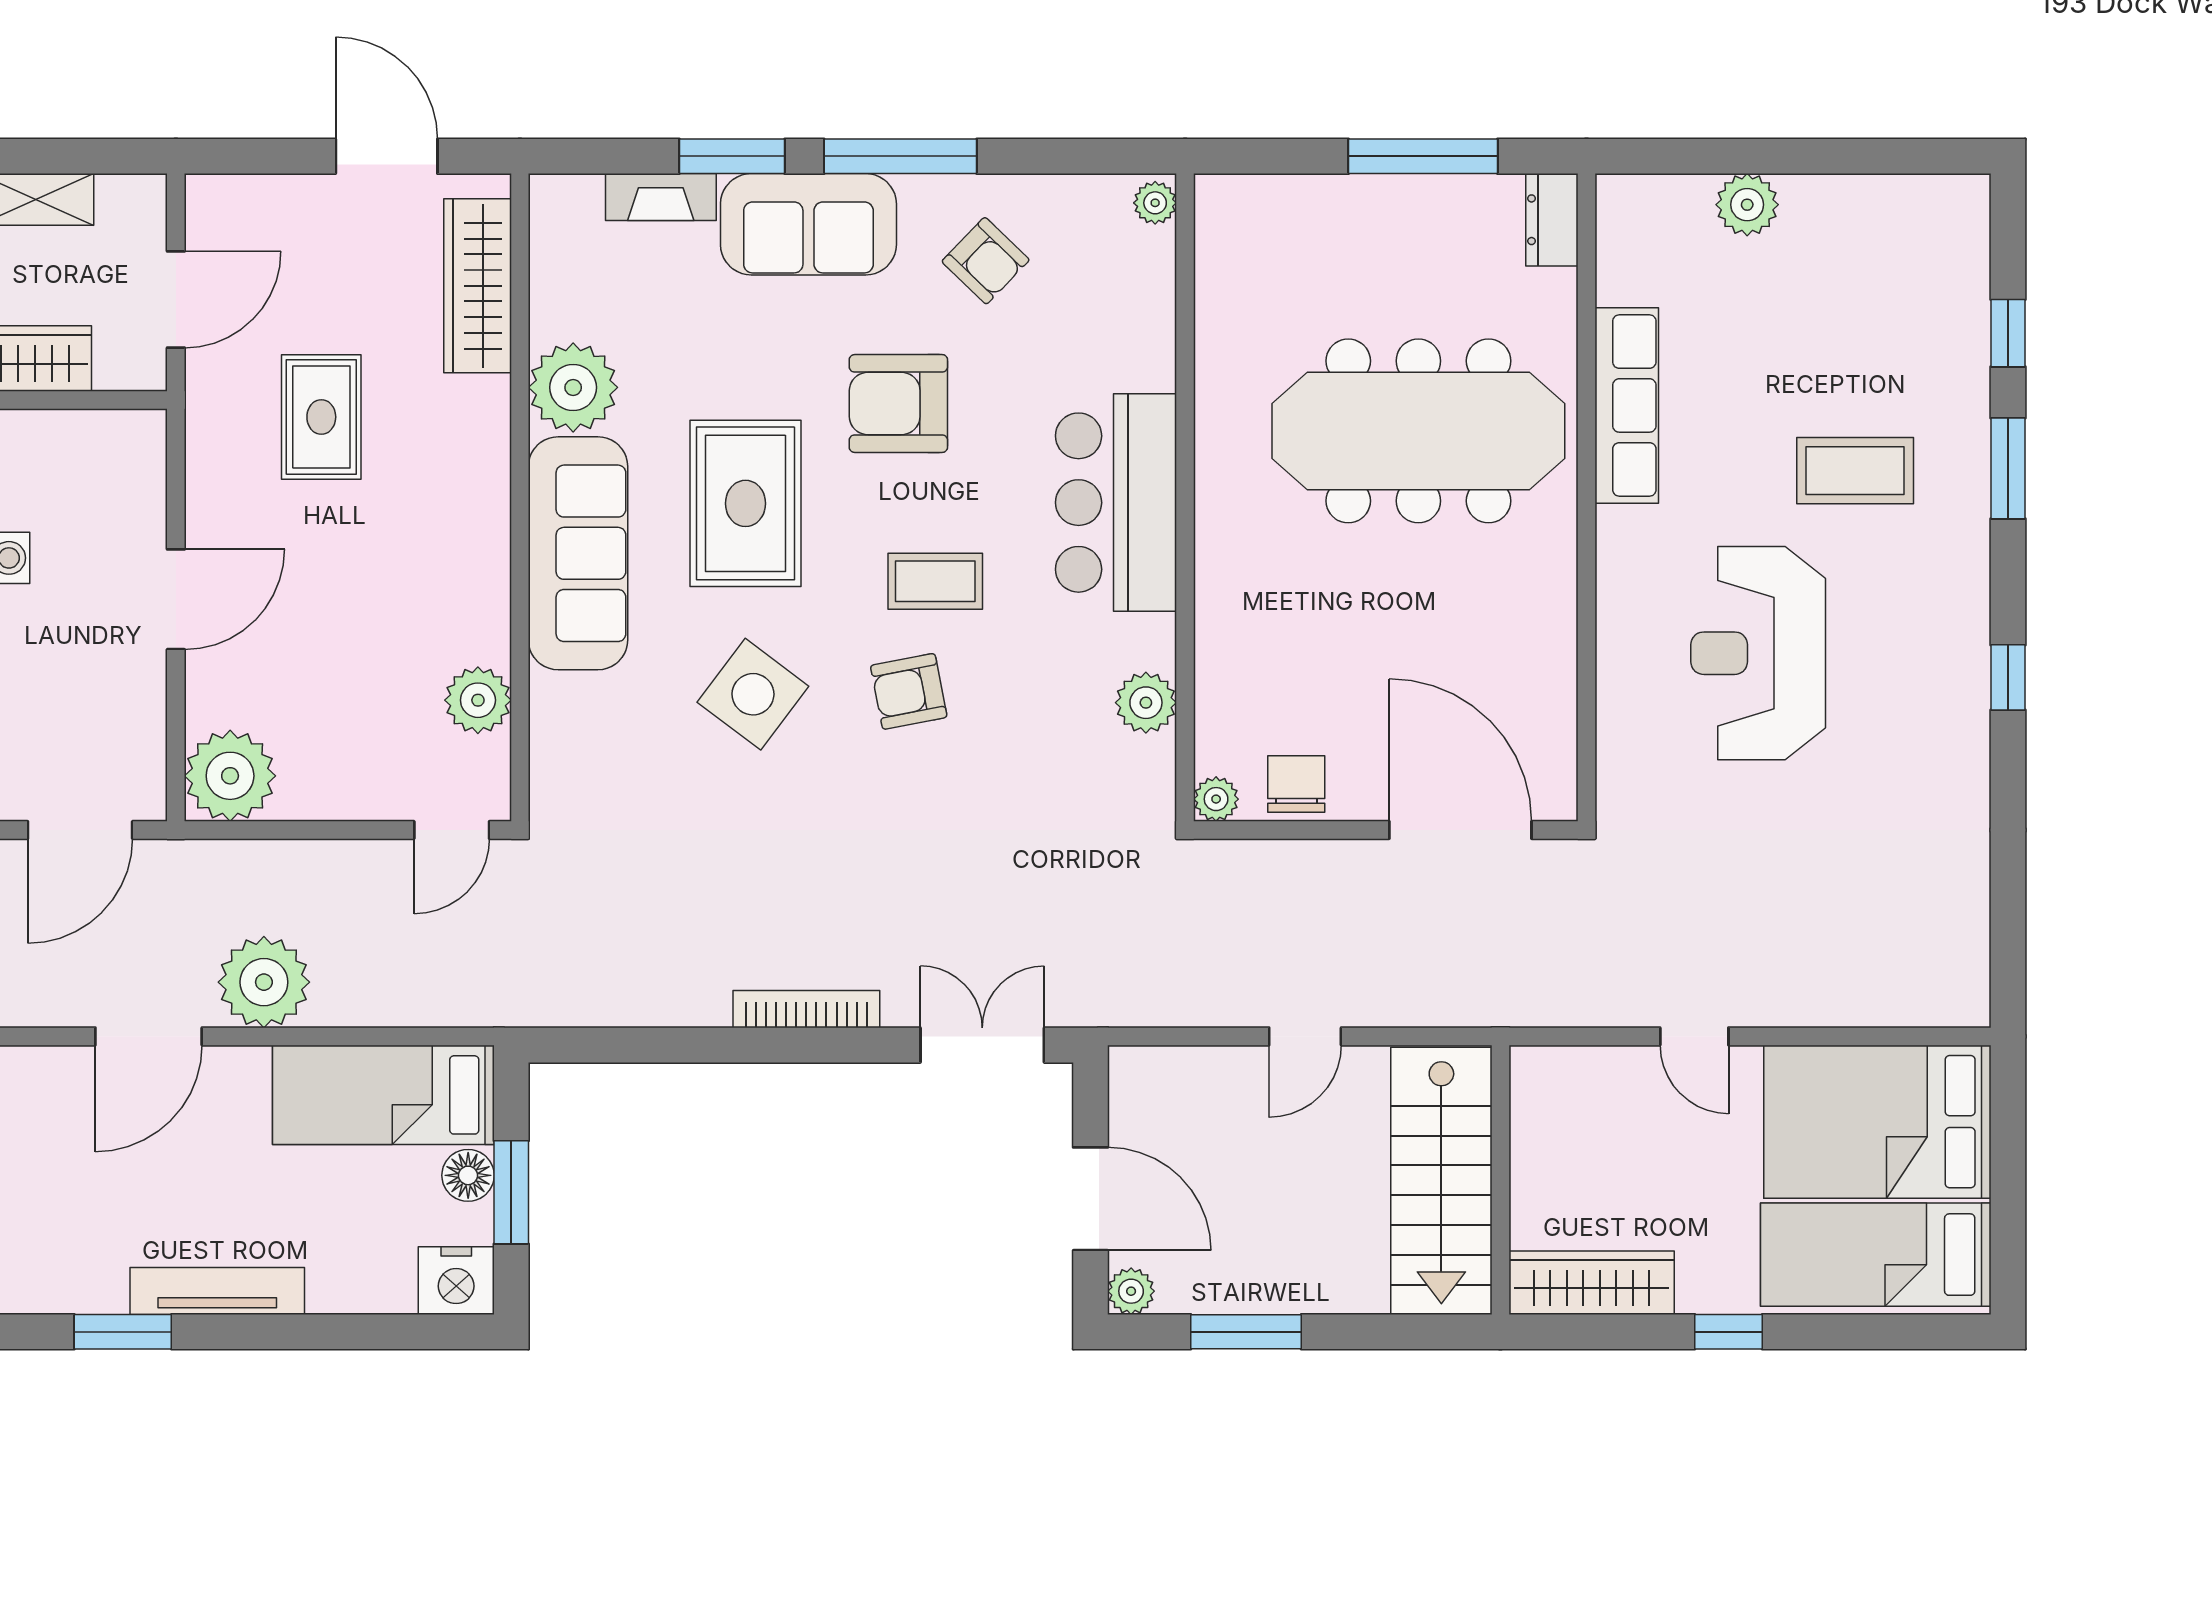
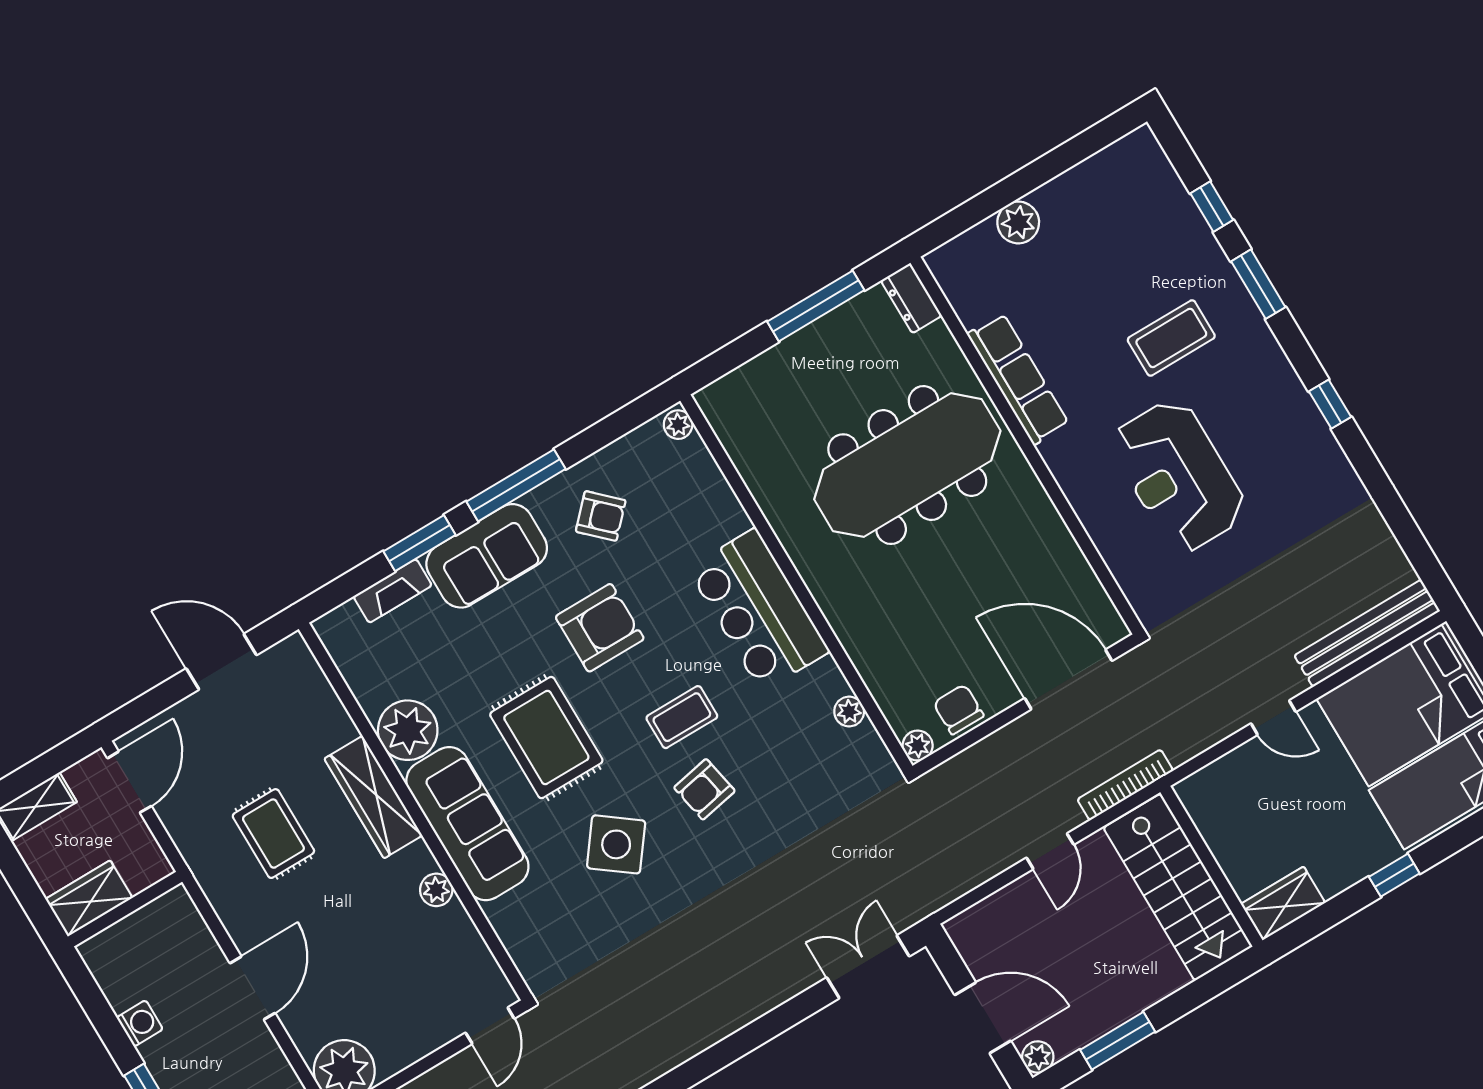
wardrobe: (478, 286) -> (373, 797), moved
door: (176, 299) -> (129, 782), moved
armchair: (898, 404) -> (600, 628), turned 180
plant: (478, 700) -> (436, 890), moved, width x0.73, depth x0.73
plant: (1146, 703) -> (849, 712), width x0.73, depth x0.73
bench: (1880, 1000) -> (1367, 633), added
bookcase: (806, 1009) -> (1125, 785), moved
wardrobe: (1592, 1283) -> (1283, 903), width x0.67

